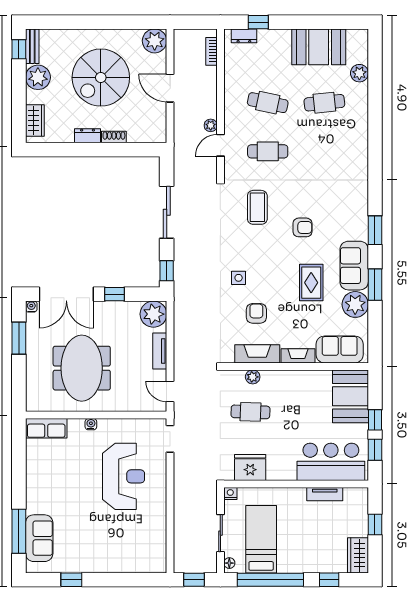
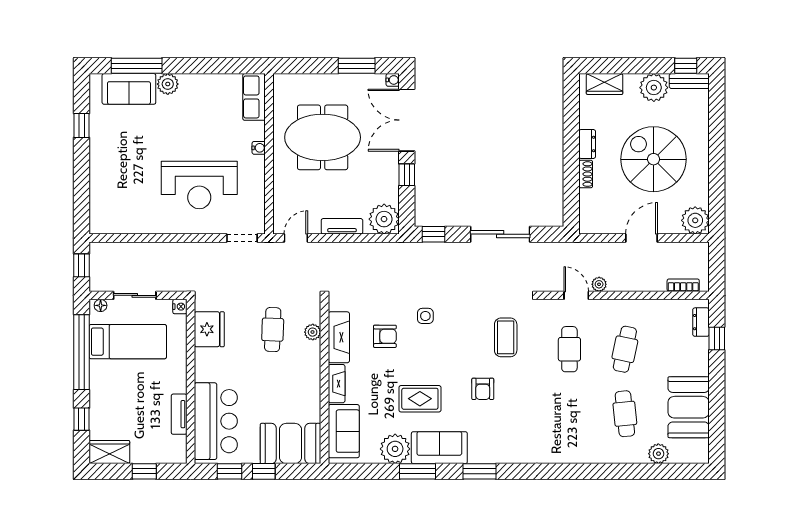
coffee table: (257, 207) -> (506, 337), turned 90
plant: (35, 504) -> (168, 84), added

